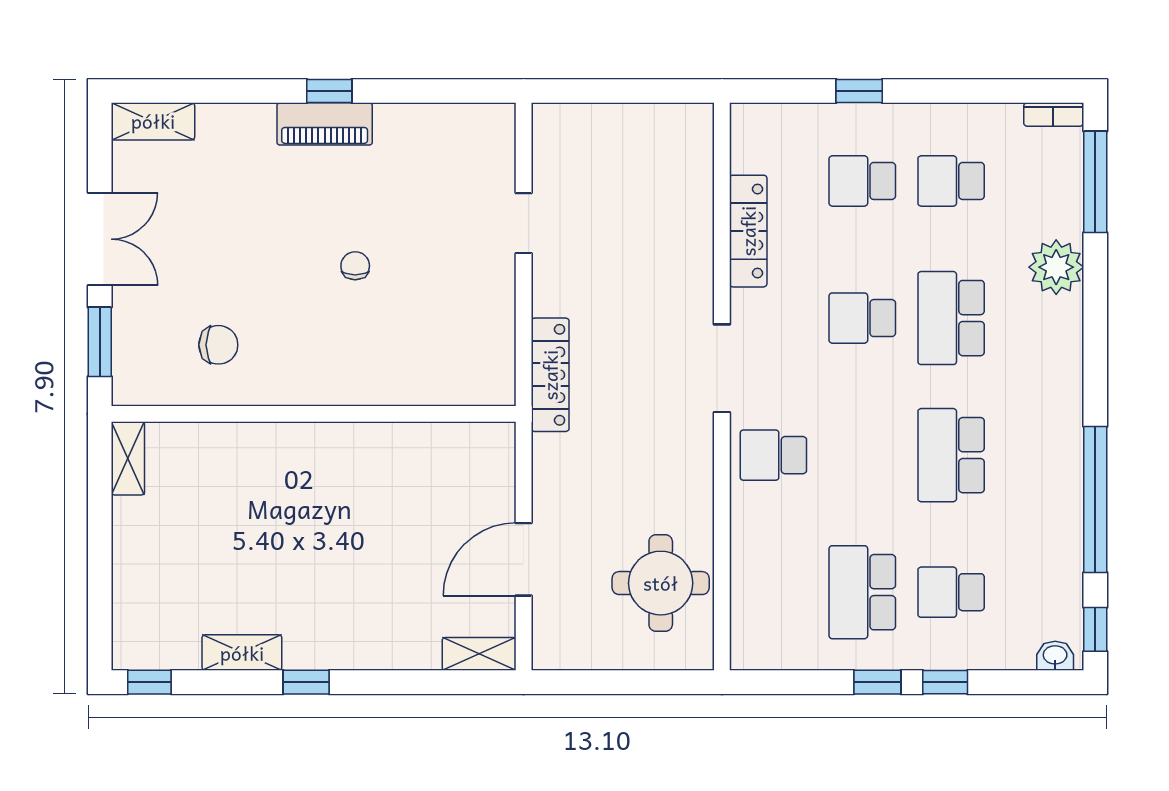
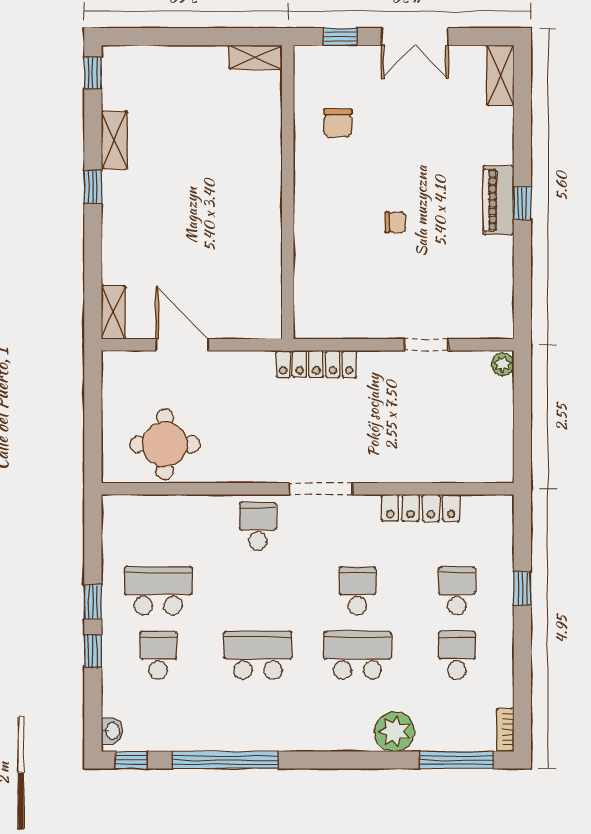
plant: (550, 118) -> (503, 364), added
window: (100, 342) -> (340, 37), width x0.67

